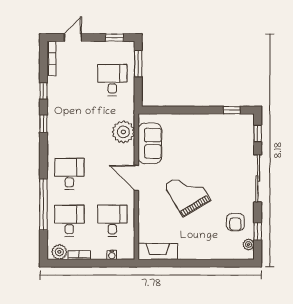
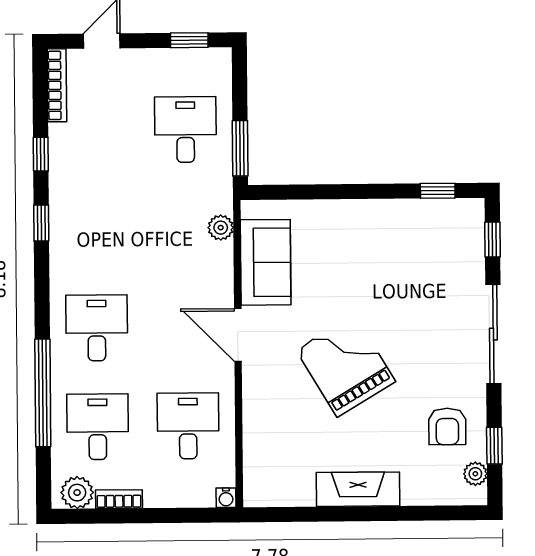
window: (138, 64) -> (240, 148), moved
plant: (123, 132) -> (221, 228), width x0.53, depth x0.53
fireplace: (158, 251) -> (358, 489), moved
water cooler: (112, 255) -> (226, 498), moved

